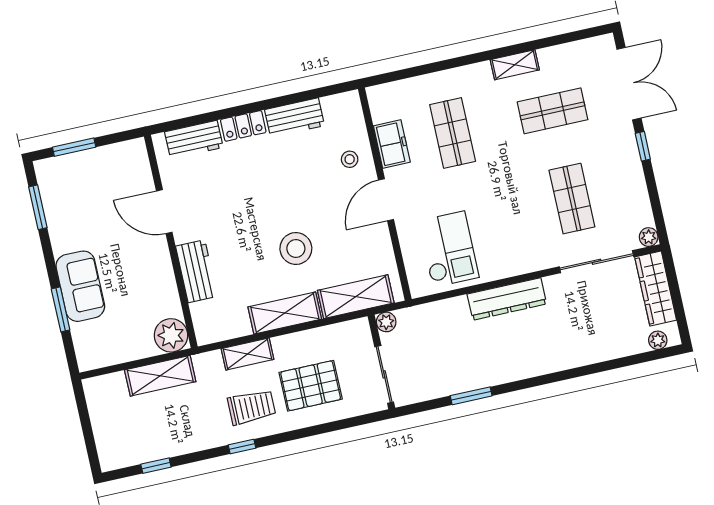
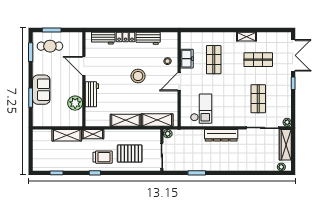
cafe table: (78, 184) -> (50, 46), added
stool: (296, 249) -> (138, 76), moved
plant: (171, 335) -> (75, 103), moved
shelving: (247, 354) -> (93, 134), moved

